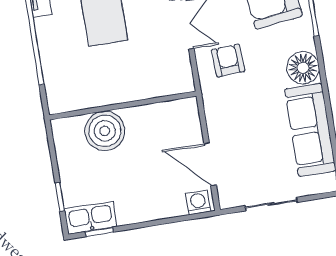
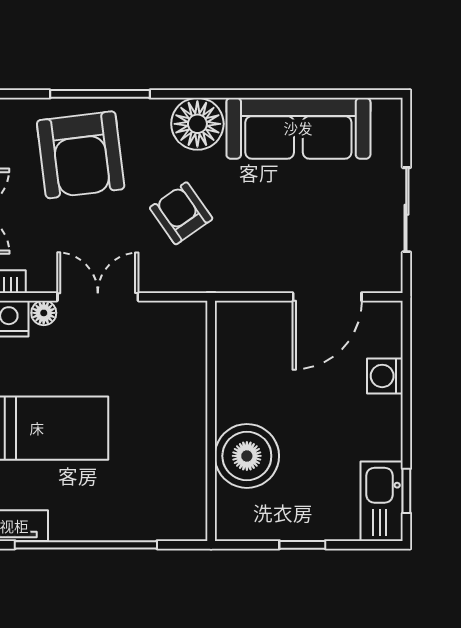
armchair: (228, 61) -> (181, 213), moved, turned 58
window: (60, 197) -> (302, 545), moved
washing machine: (198, 202) -> (385, 376), moved

